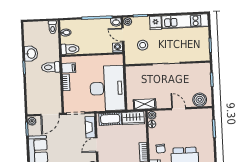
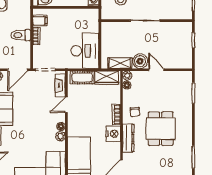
toilet: (51, 67) -> (21, 35), moved
desk: (107, 88) -> (85, 51), width x0.73, depth x0.77
boiler: (200, 100) -> (140, 61), moved

